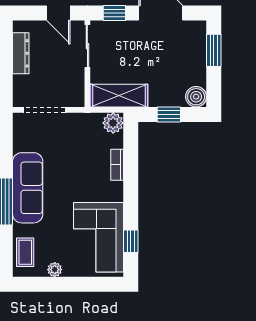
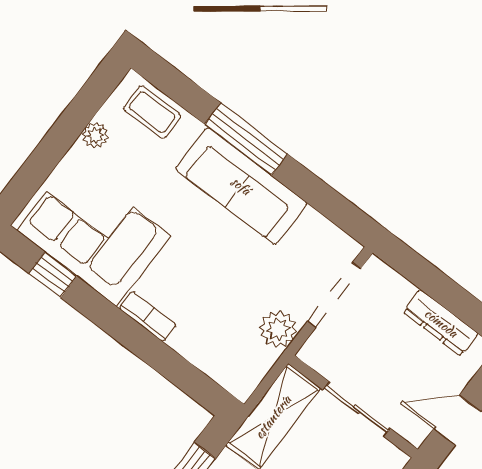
sliding door: (87, 46) -> (357, 409), moved
plant: (113, 123) -> (278, 329), moved
bookcase: (117, 165) -> (148, 316), moved

